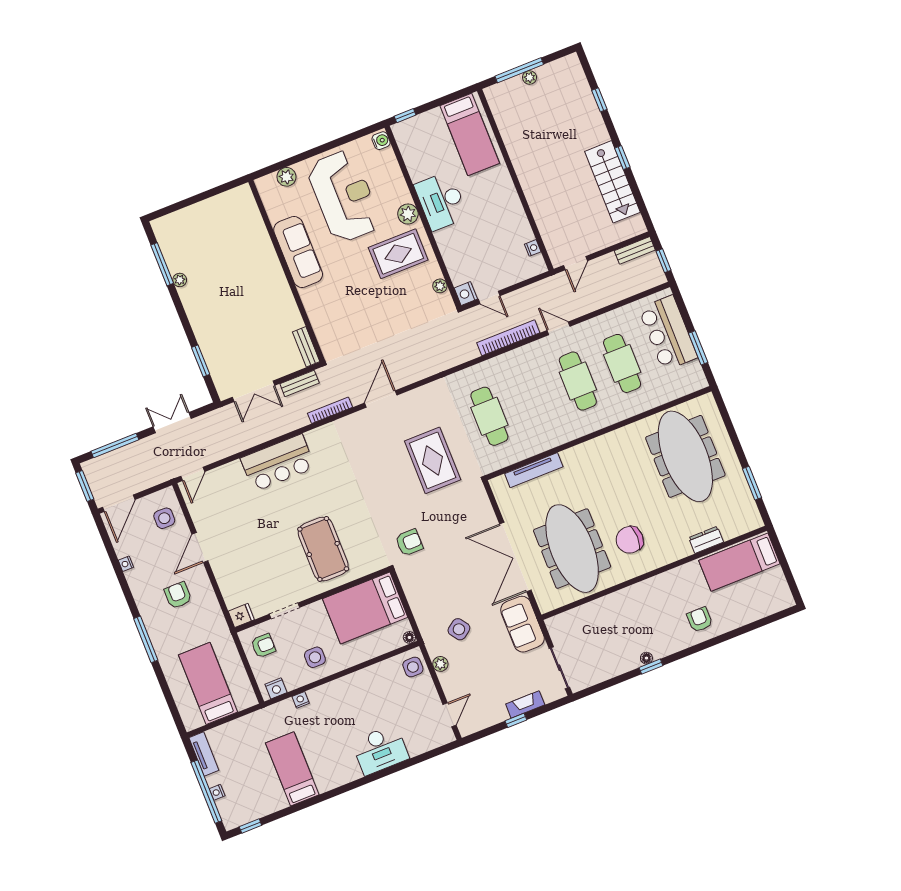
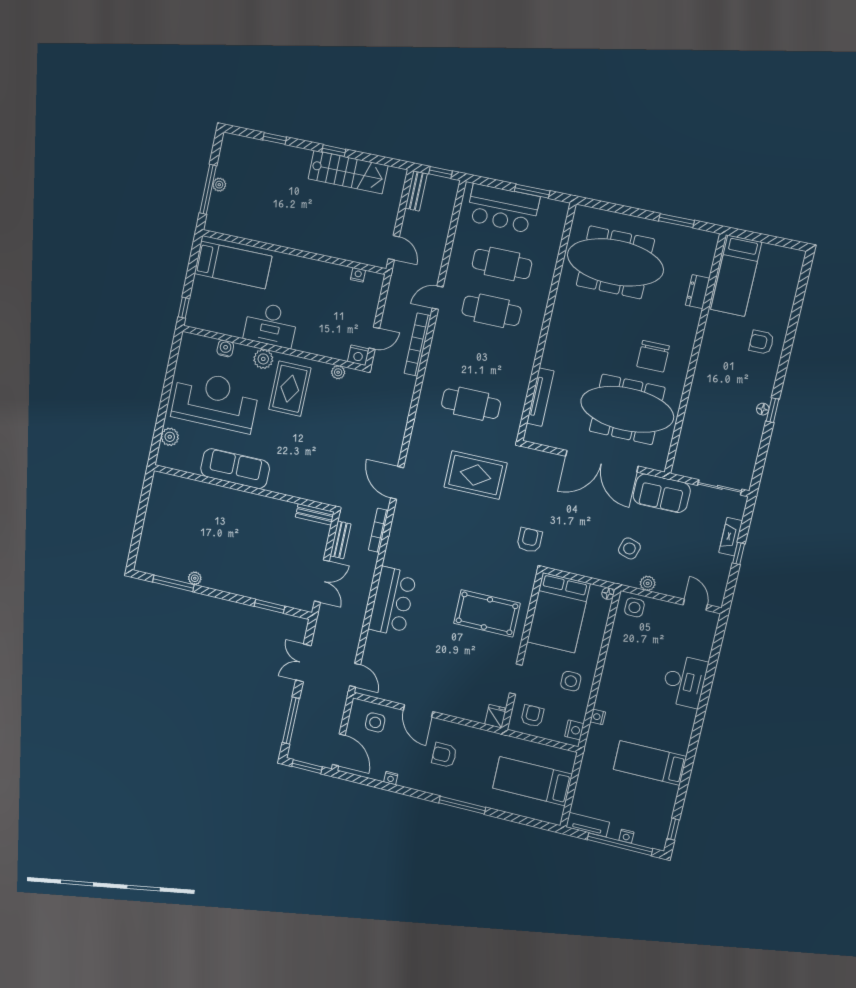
water cooler: (381, 141) -> (225, 348), moved
side table: (459, 629) -> (629, 548), turned -37

